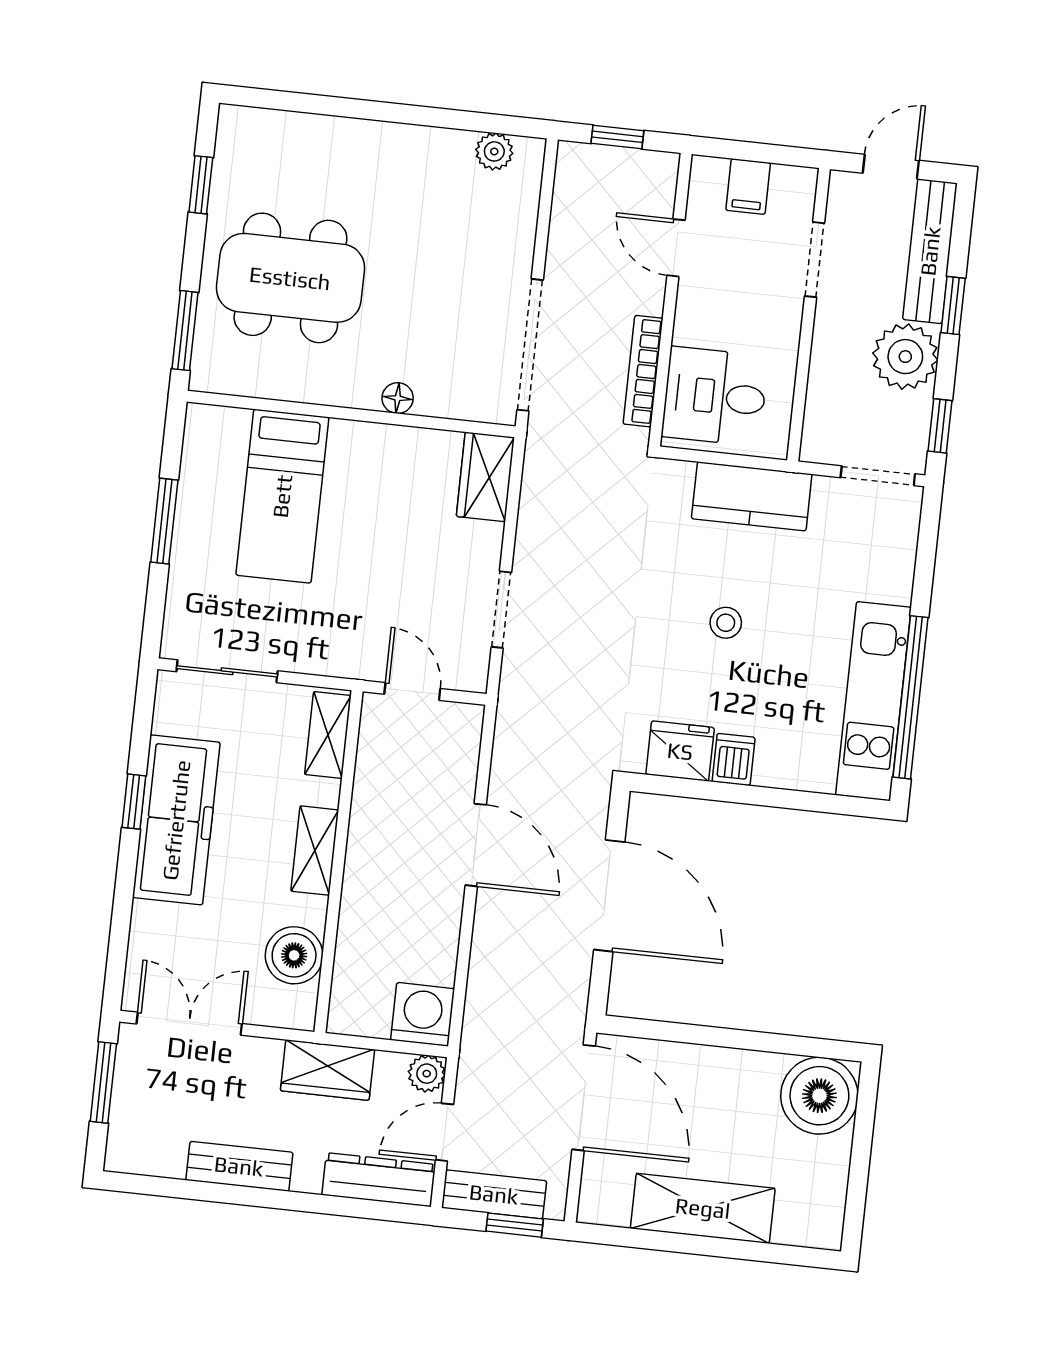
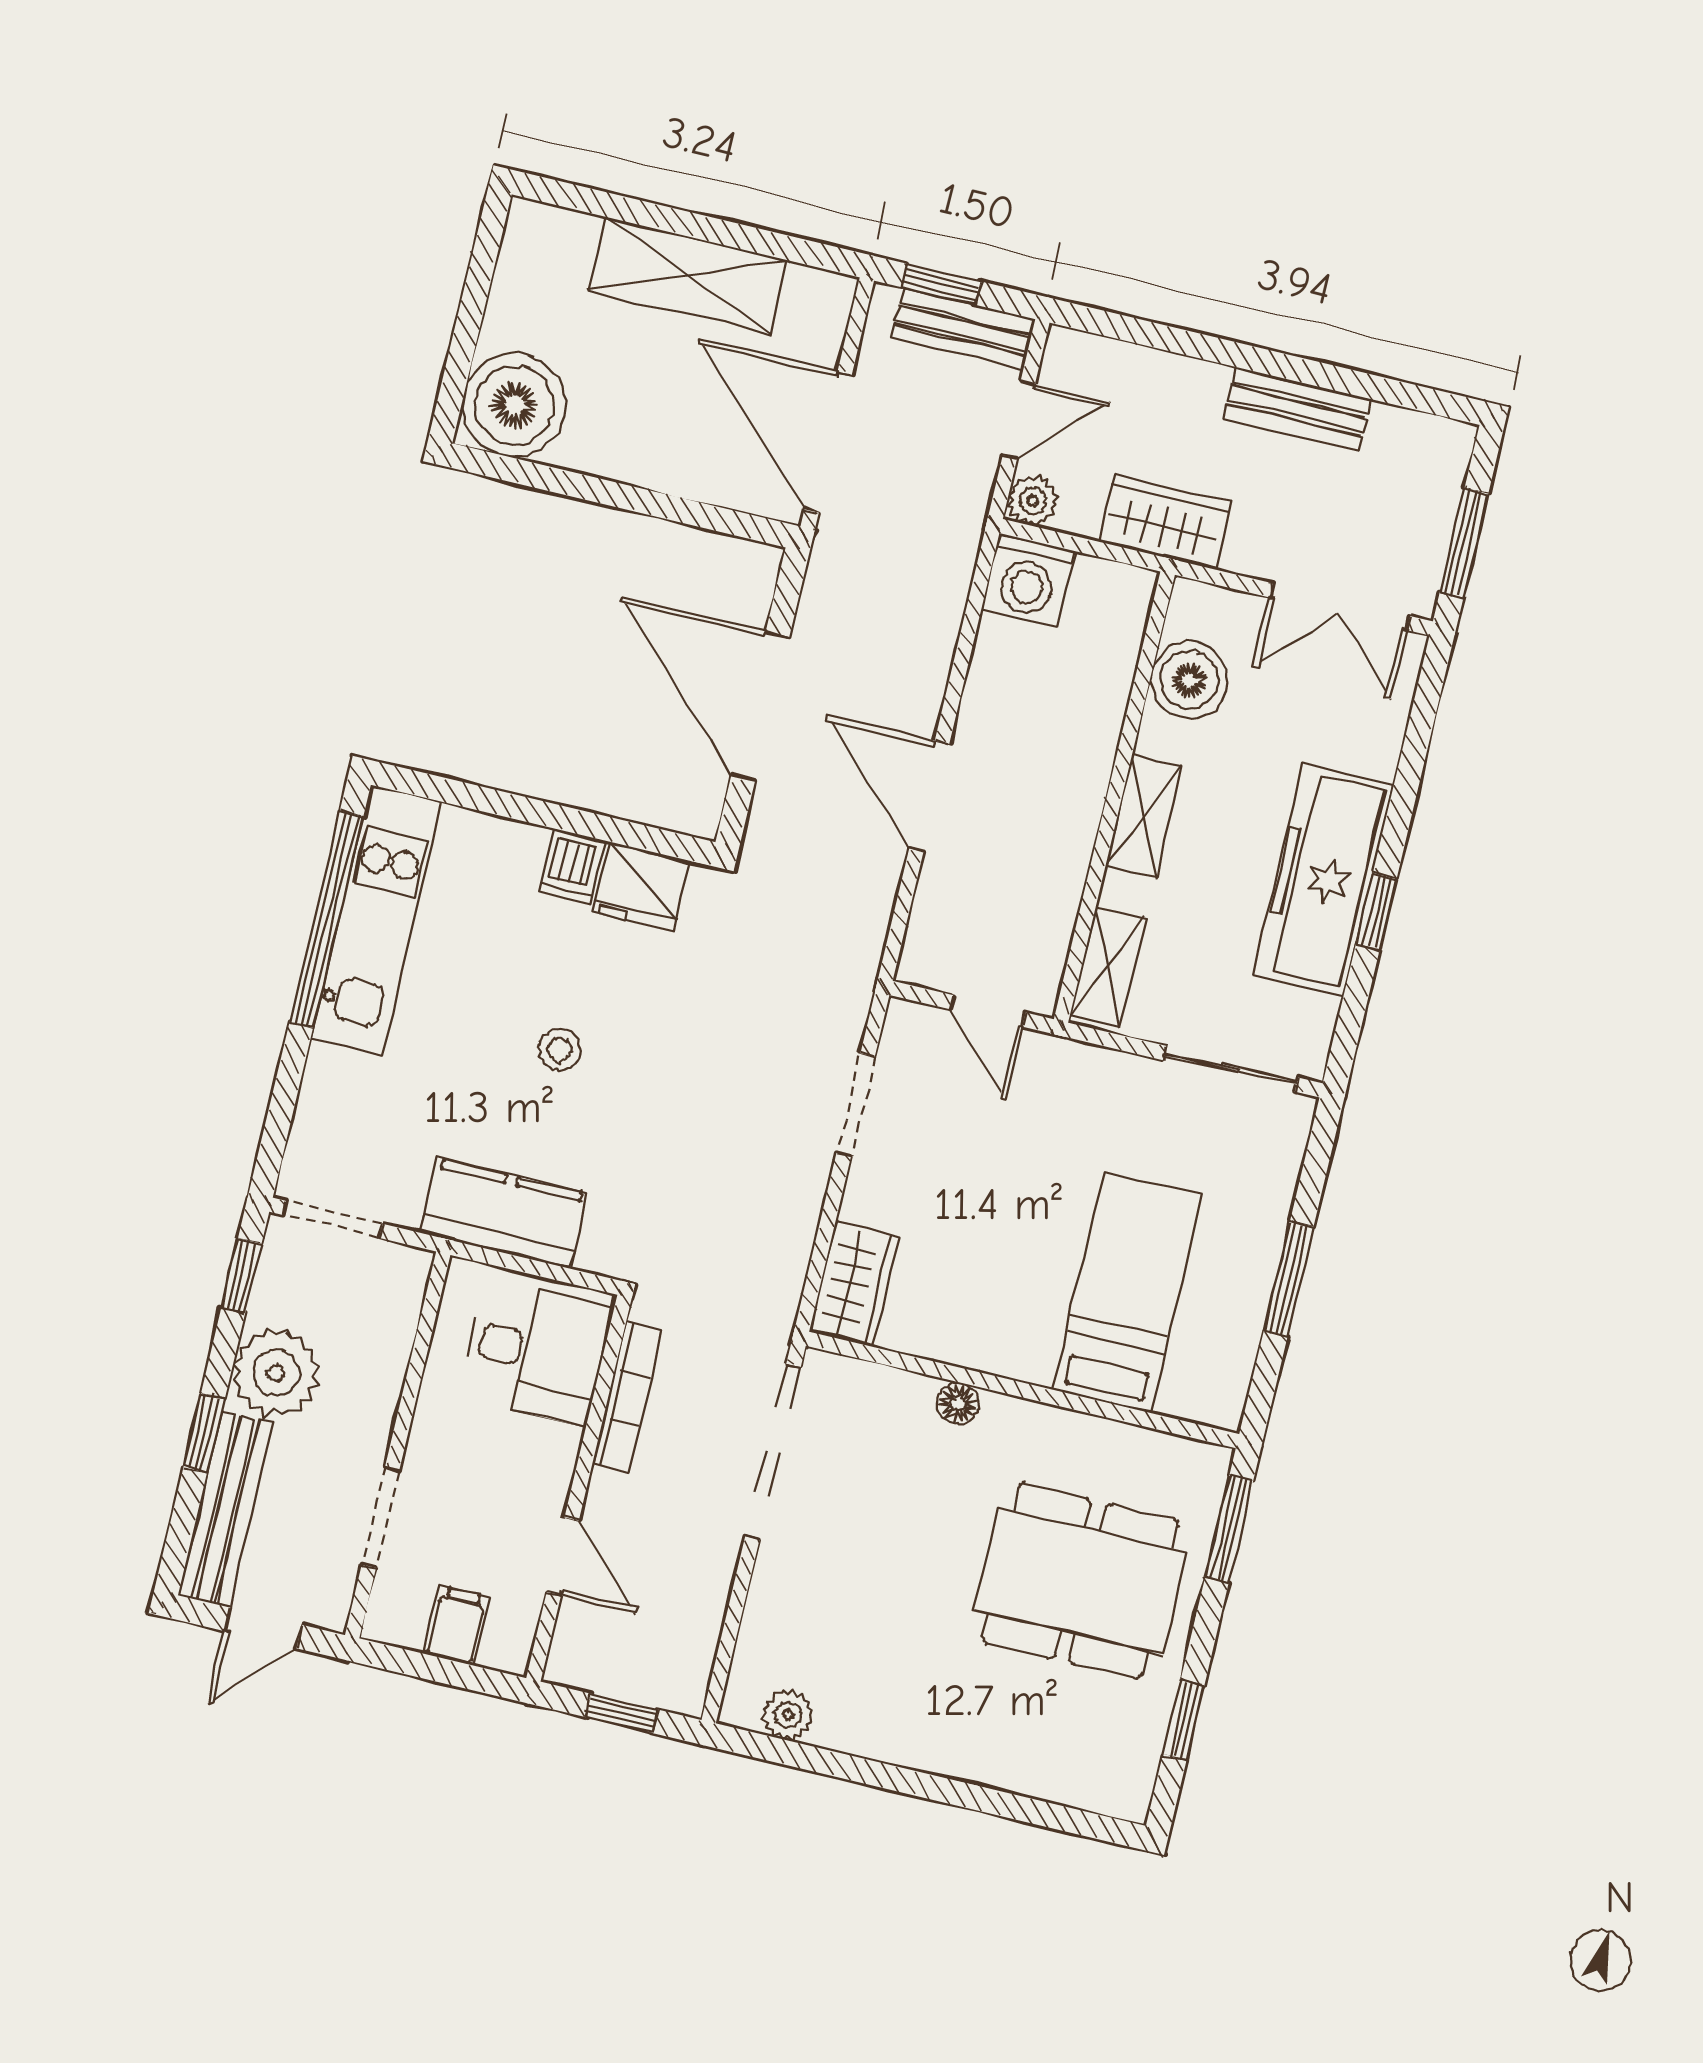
dresser: (379, 1180) -> (1114, 368), removed

